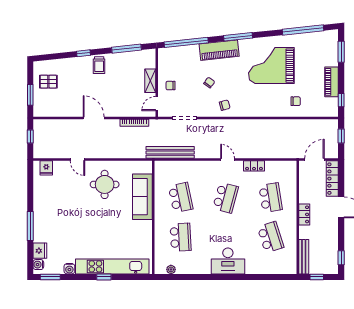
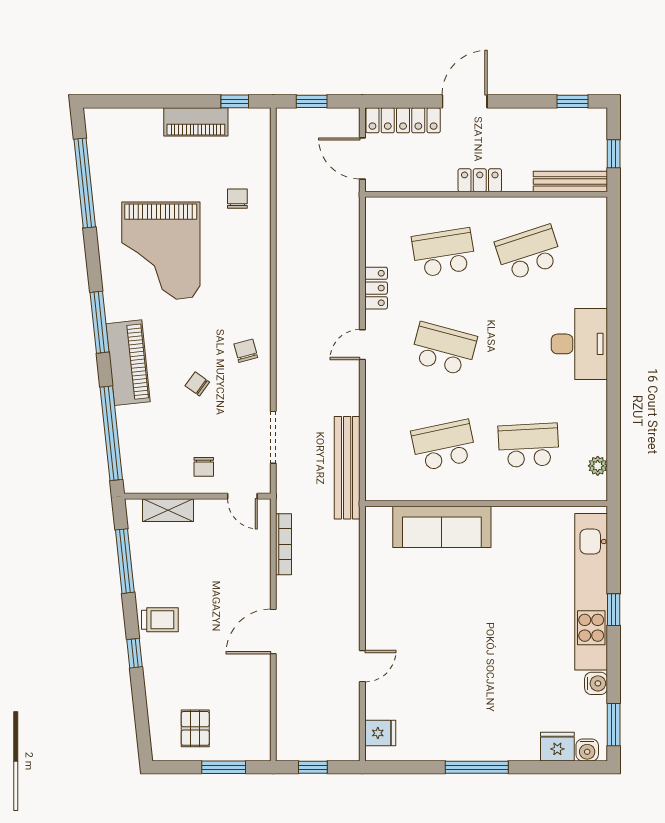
window: (341, 52) -> (131, 101), removed
shelving: (150, 81) -> (168, 510), moved
round table: (105, 184) -> (416, 608), removed
window: (30, 226) -> (477, 767), moved

